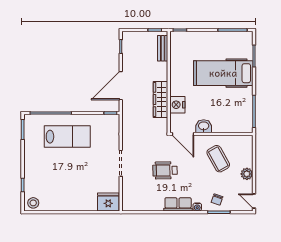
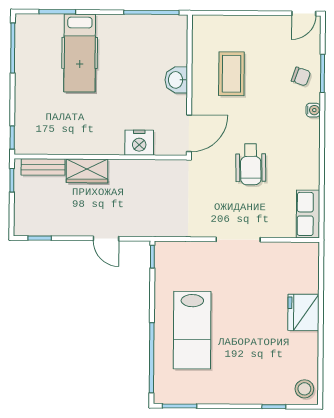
hospital bed: (223, 73) -> (80, 53), width x0.73, depth x0.78
door: (121, 86) -> (106, 239), width x0.53
wardrobe: (161, 99) -> (87, 171), moved, width x0.67
washbasin: (204, 126) -> (176, 80), moved
lab bench: (67, 137) -> (192, 330), turned 180
coffee table: (218, 159) -> (231, 74), turned -61
plant: (247, 174) -> (258, 25), removed
fridge: (108, 202) -> (303, 312), moved
row of seats: (178, 204) -> (308, 214), moved

